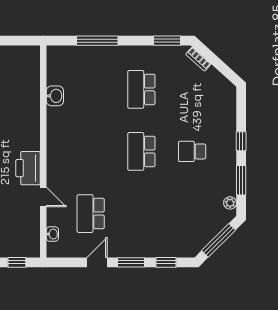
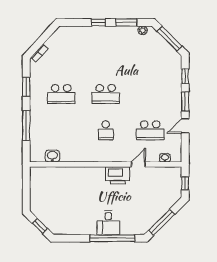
window: (167, 41) -> (26, 87), moved
washbasin: (55, 96) -> (52, 156), moved
school desk: (192, 151) -> (106, 130), moved
door: (97, 262) -> (185, 126), hinge flipped

